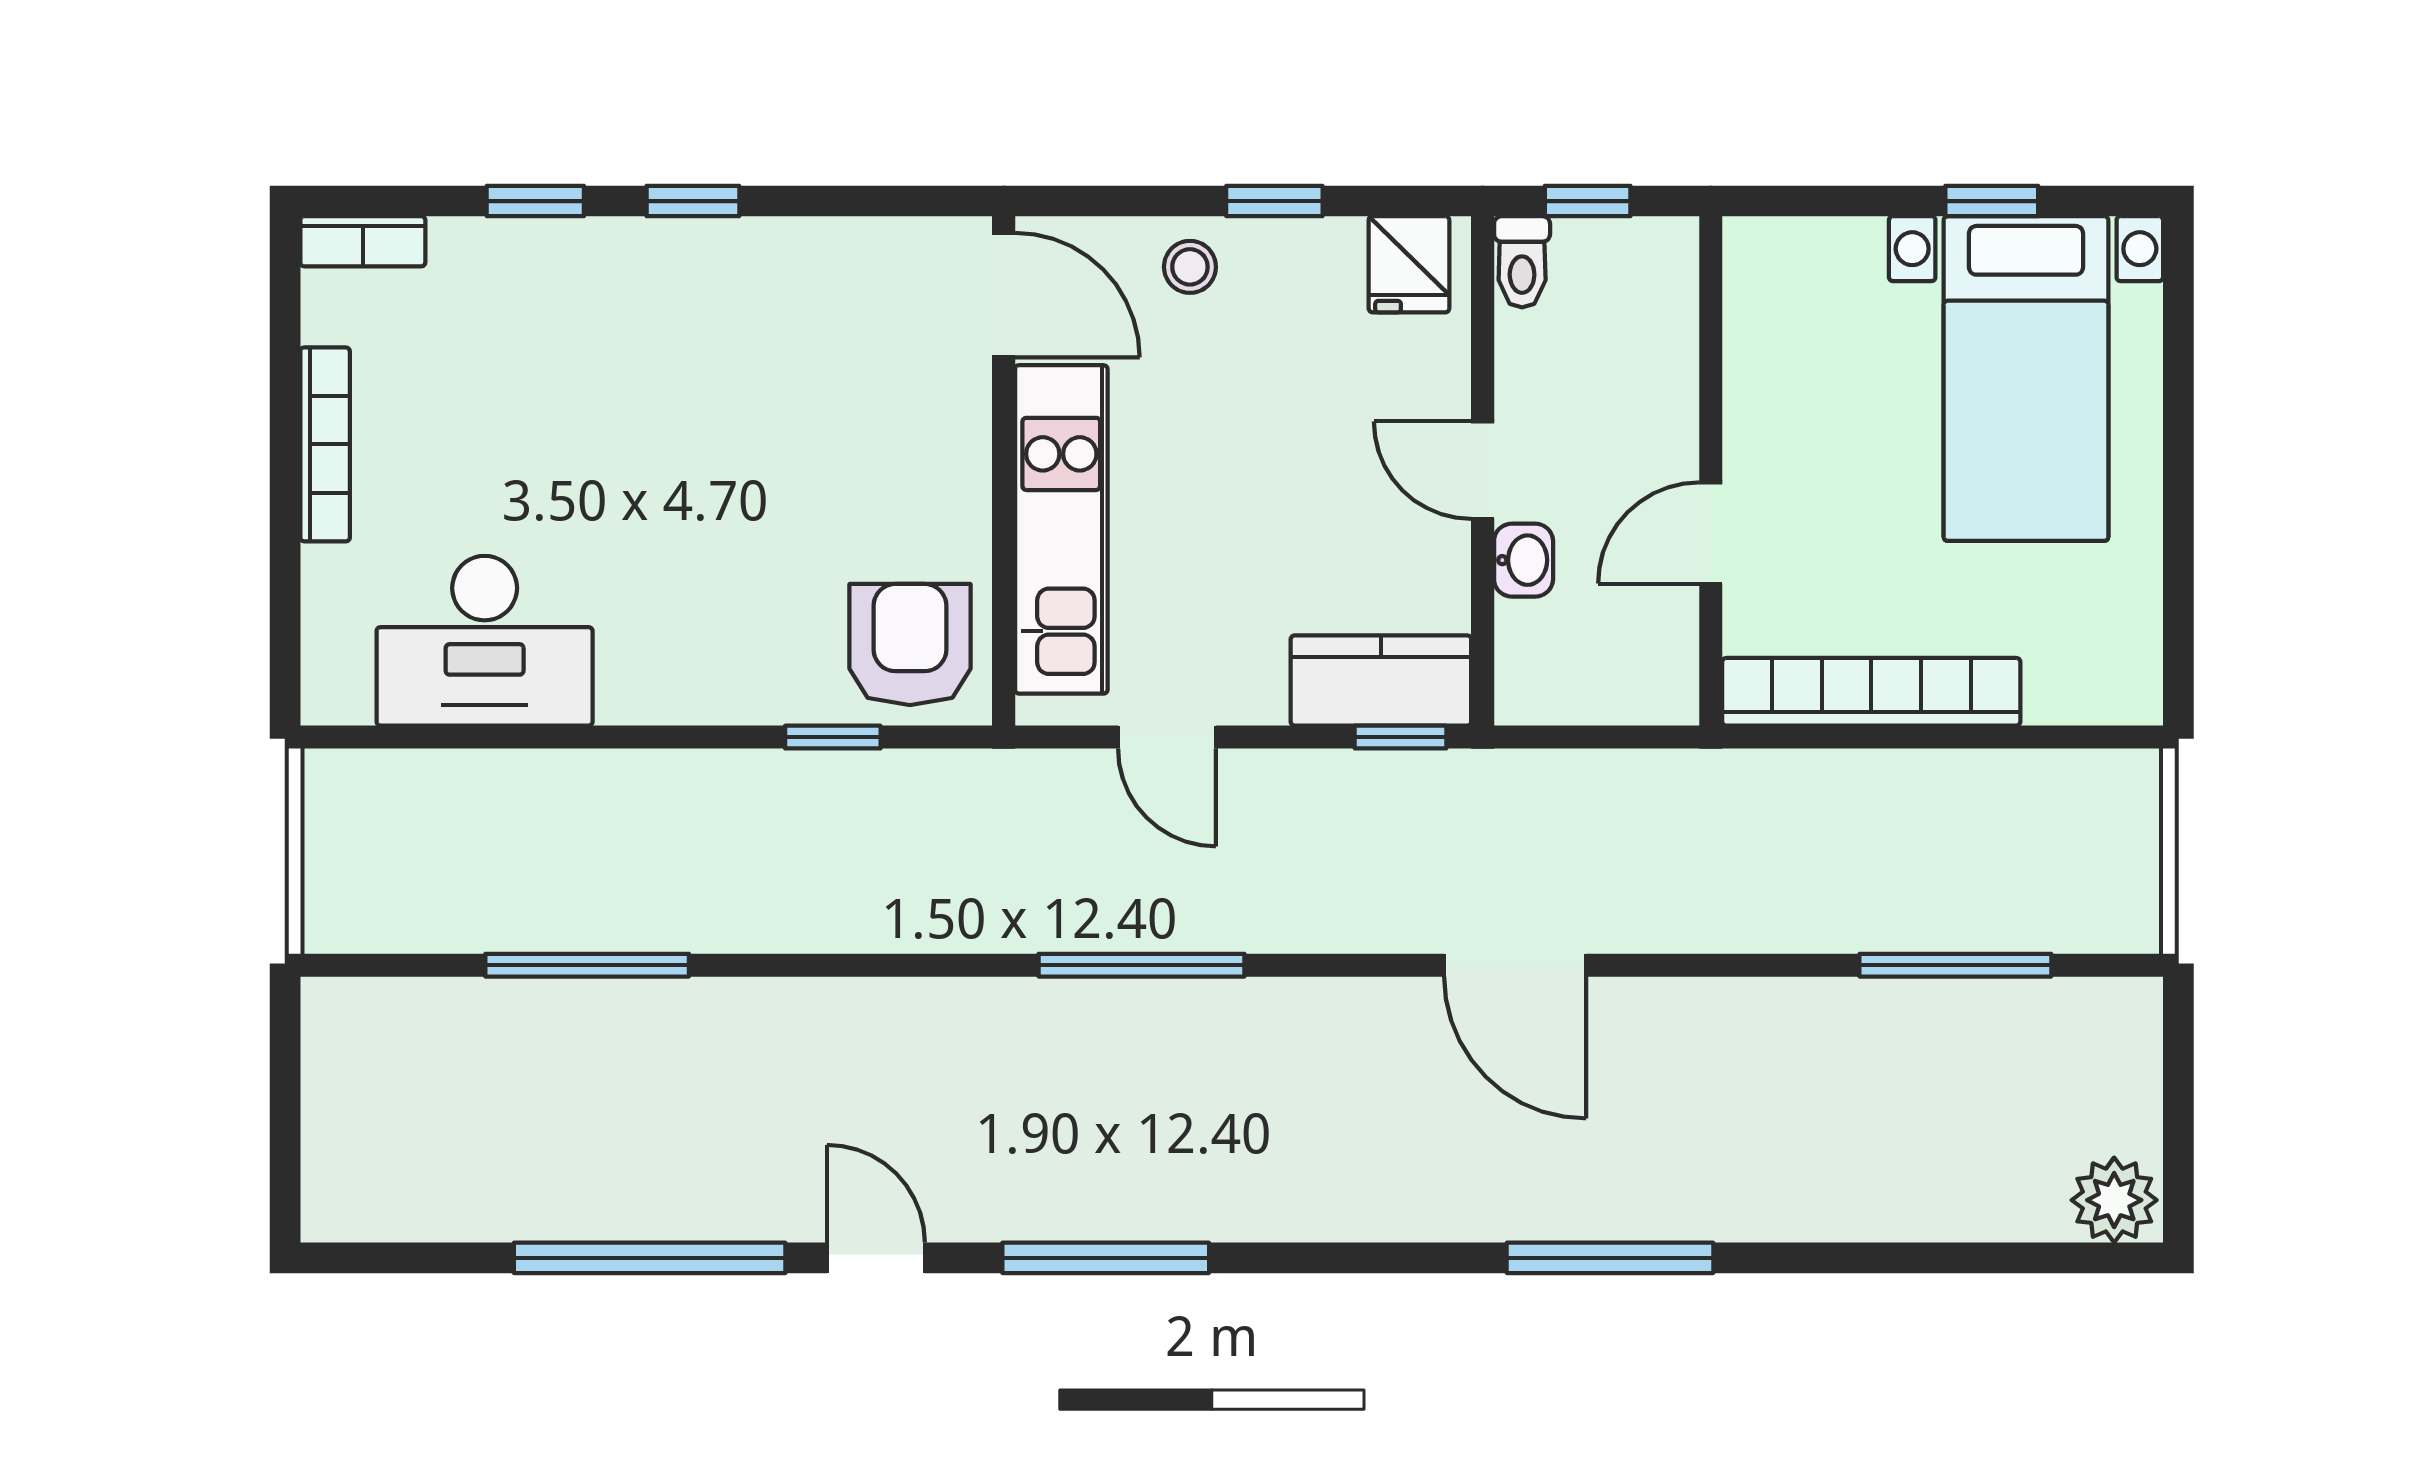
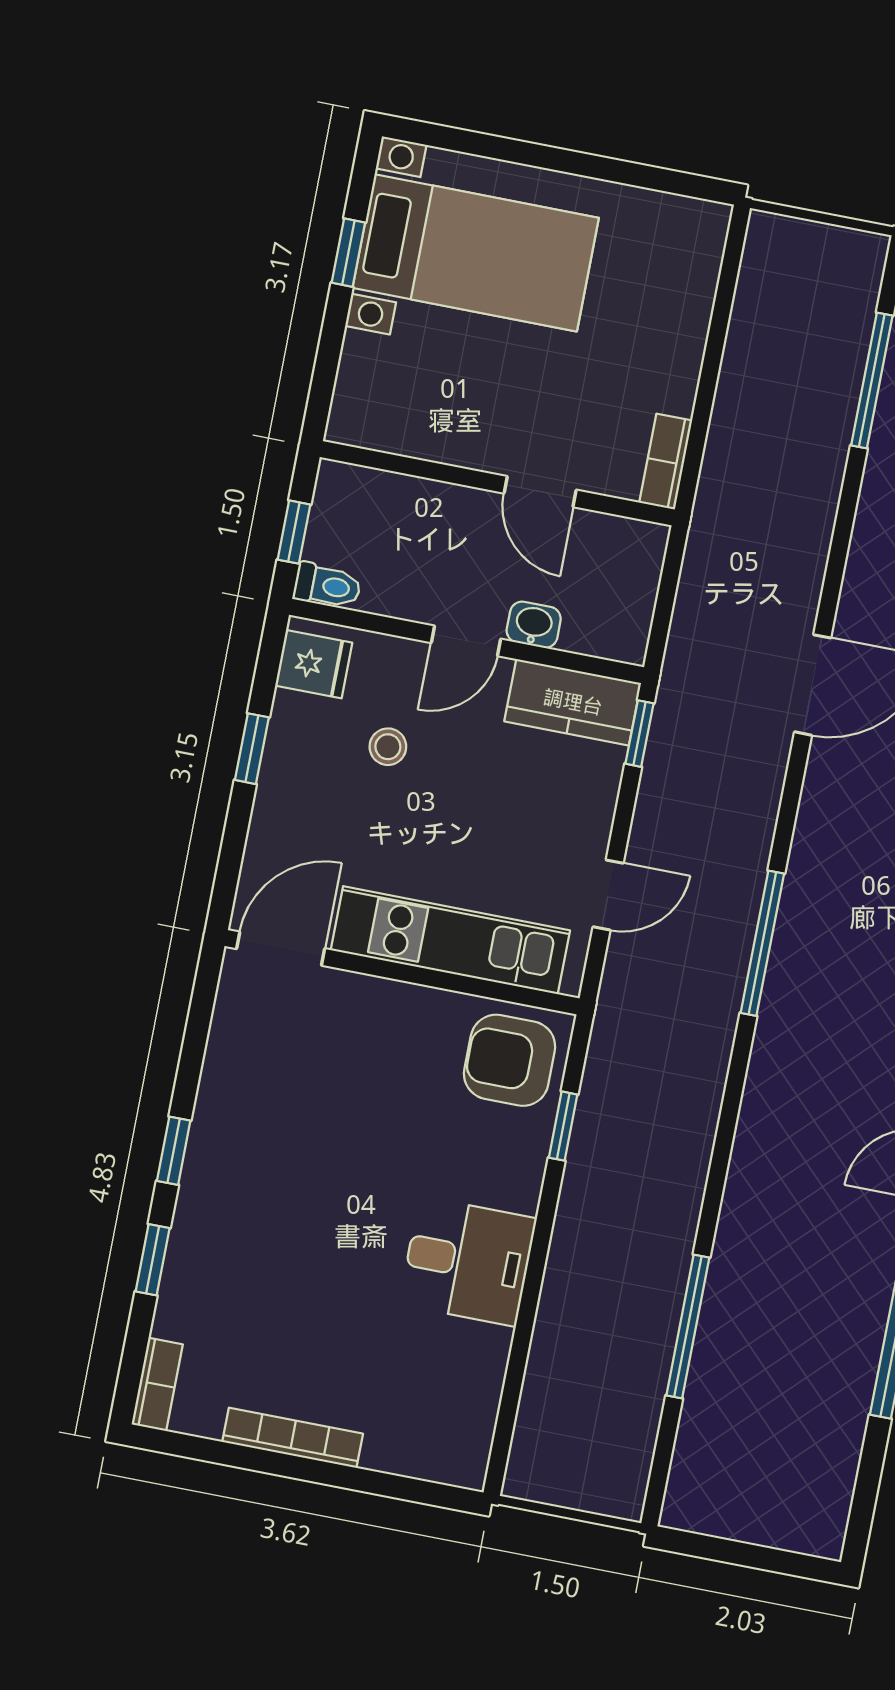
stool: (1190, 267) -> (388, 747), moved
desk: (485, 641) -> (468, 1261), moved, width x0.73
kitchen counter: (1381, 681) -> (573, 702), moved, turned -90
bookcase: (1871, 692) -> (666, 462), width x0.43, depth x0.76

